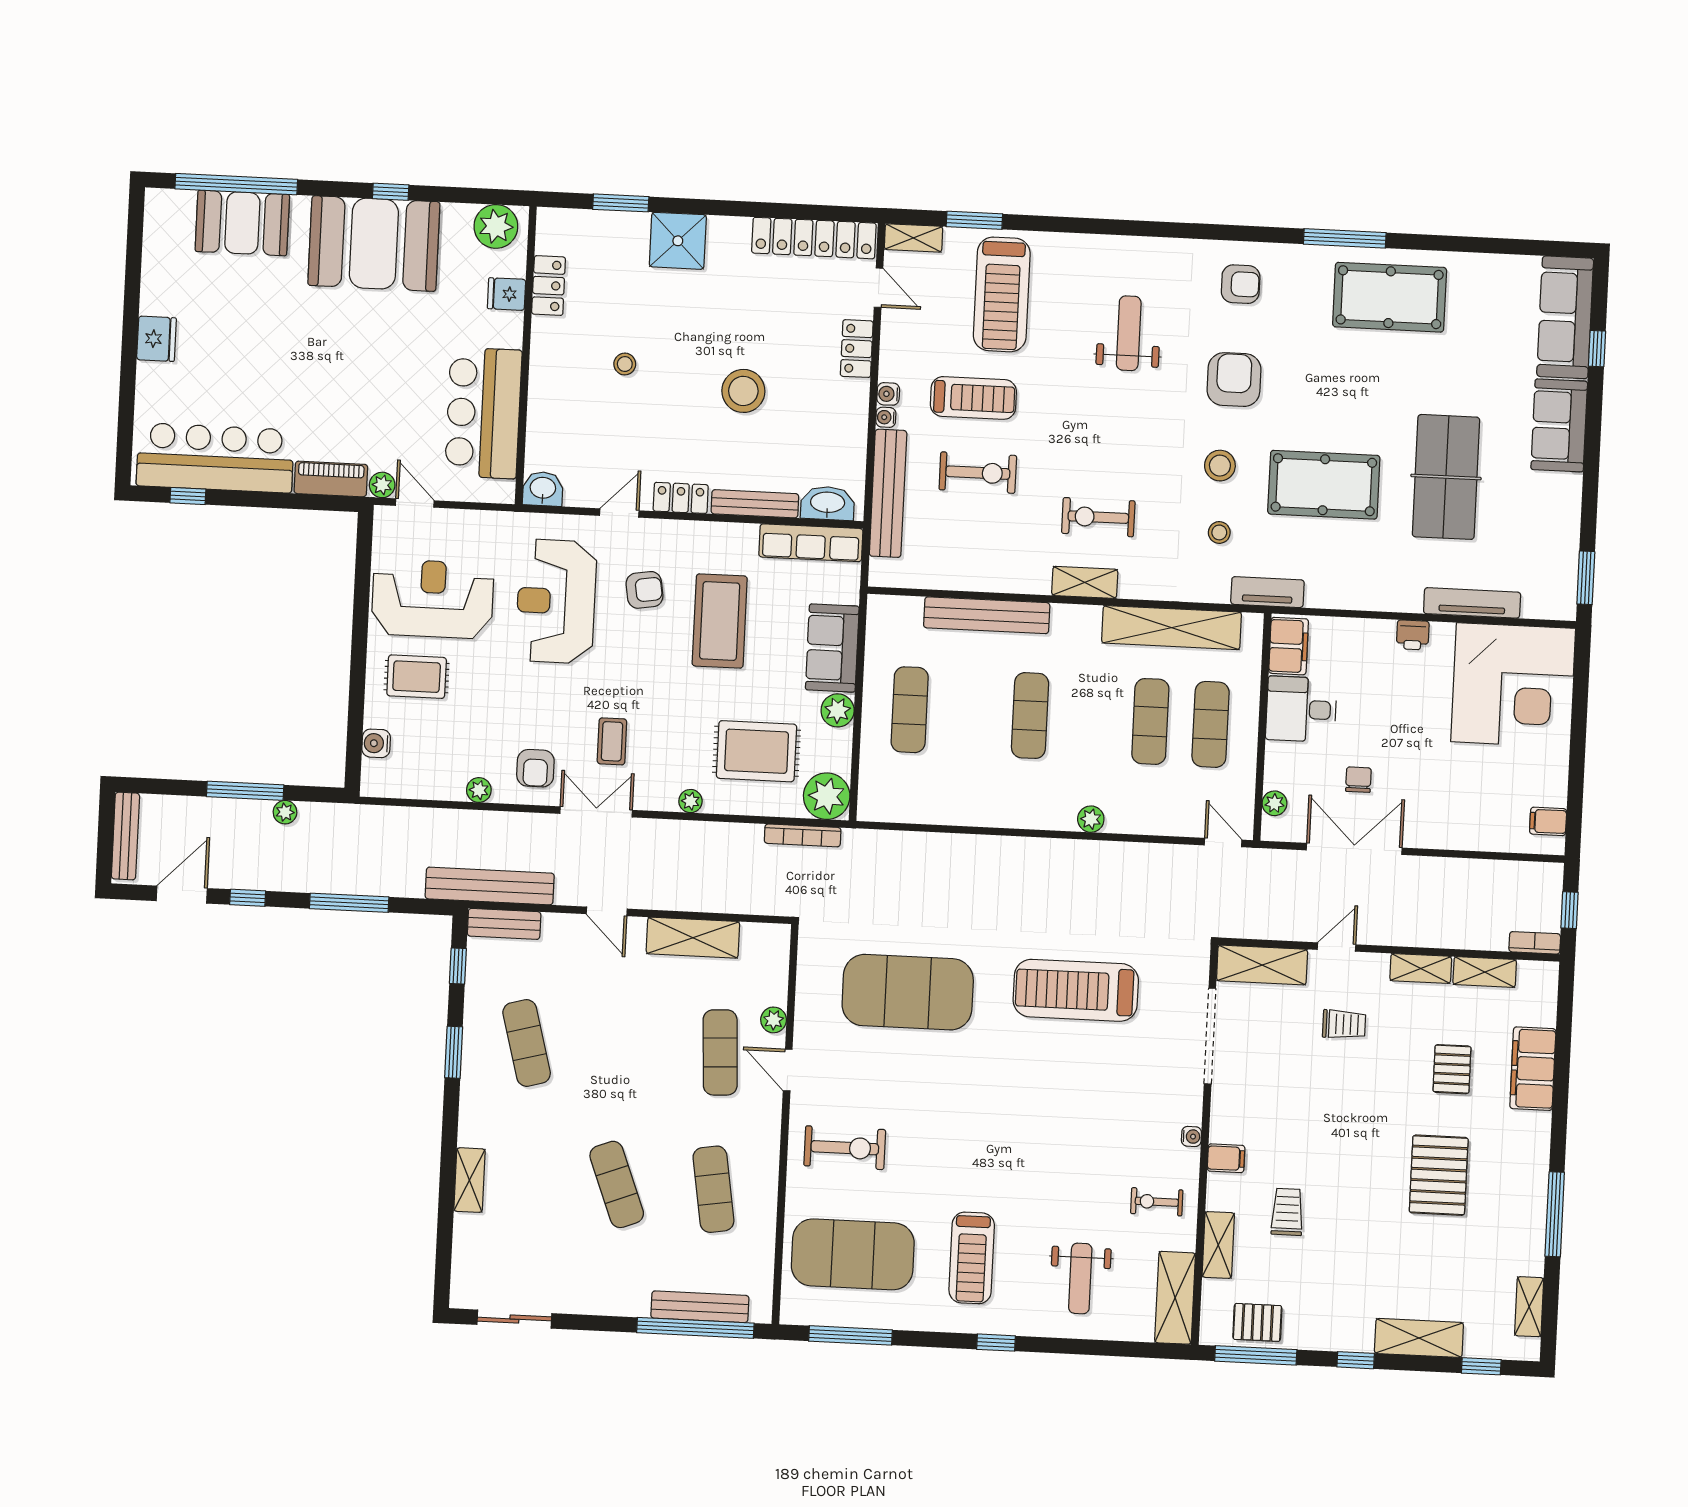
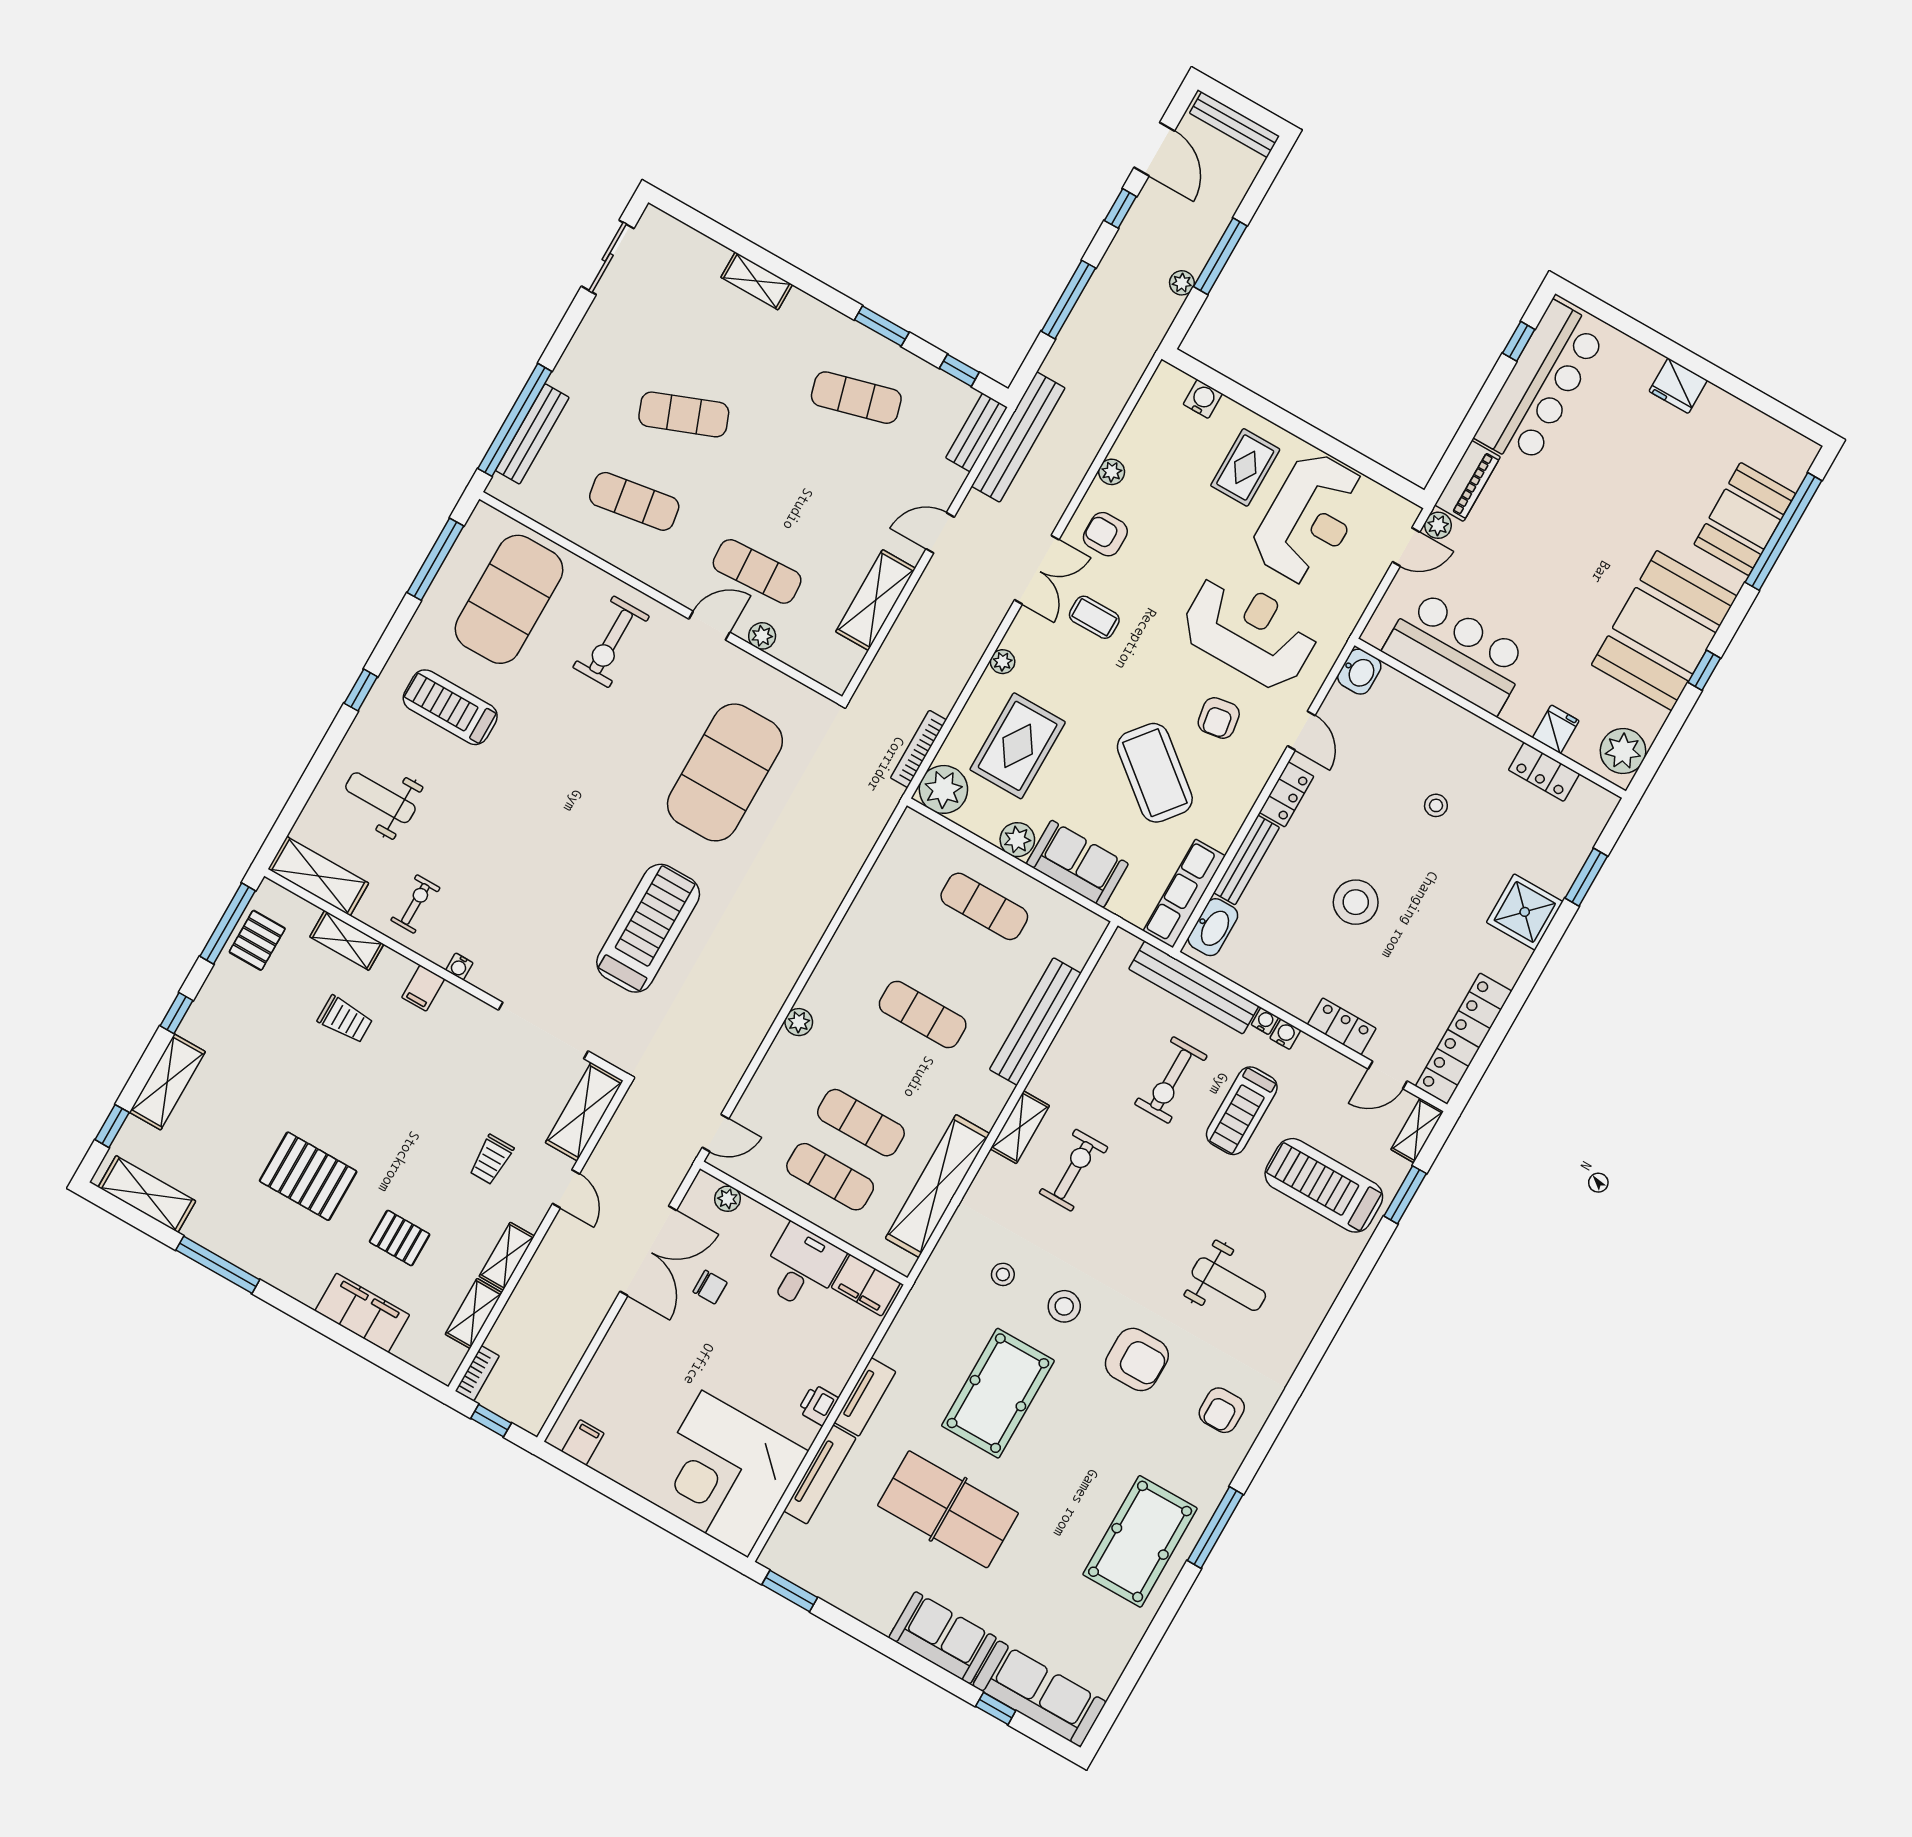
tv unit: (1267, 592) -> (865, 1397), moved
coffee table: (720, 621) -> (1155, 773), turned 39
shelving: (1529, 1307) -> (147, 1194), width x1.50, depth x1.33

